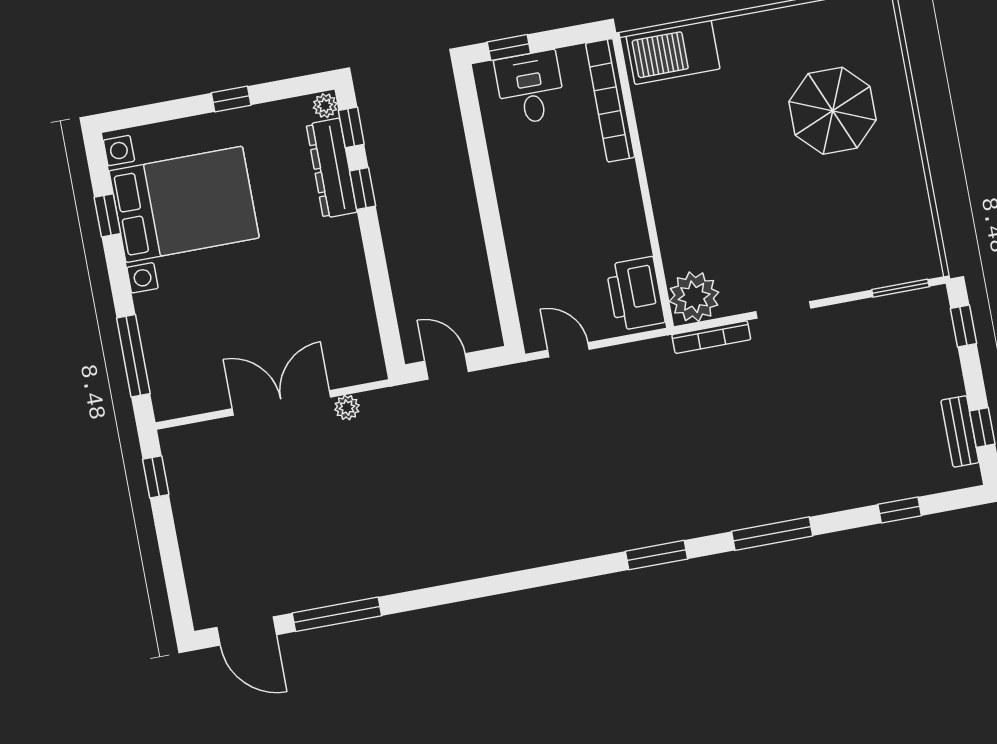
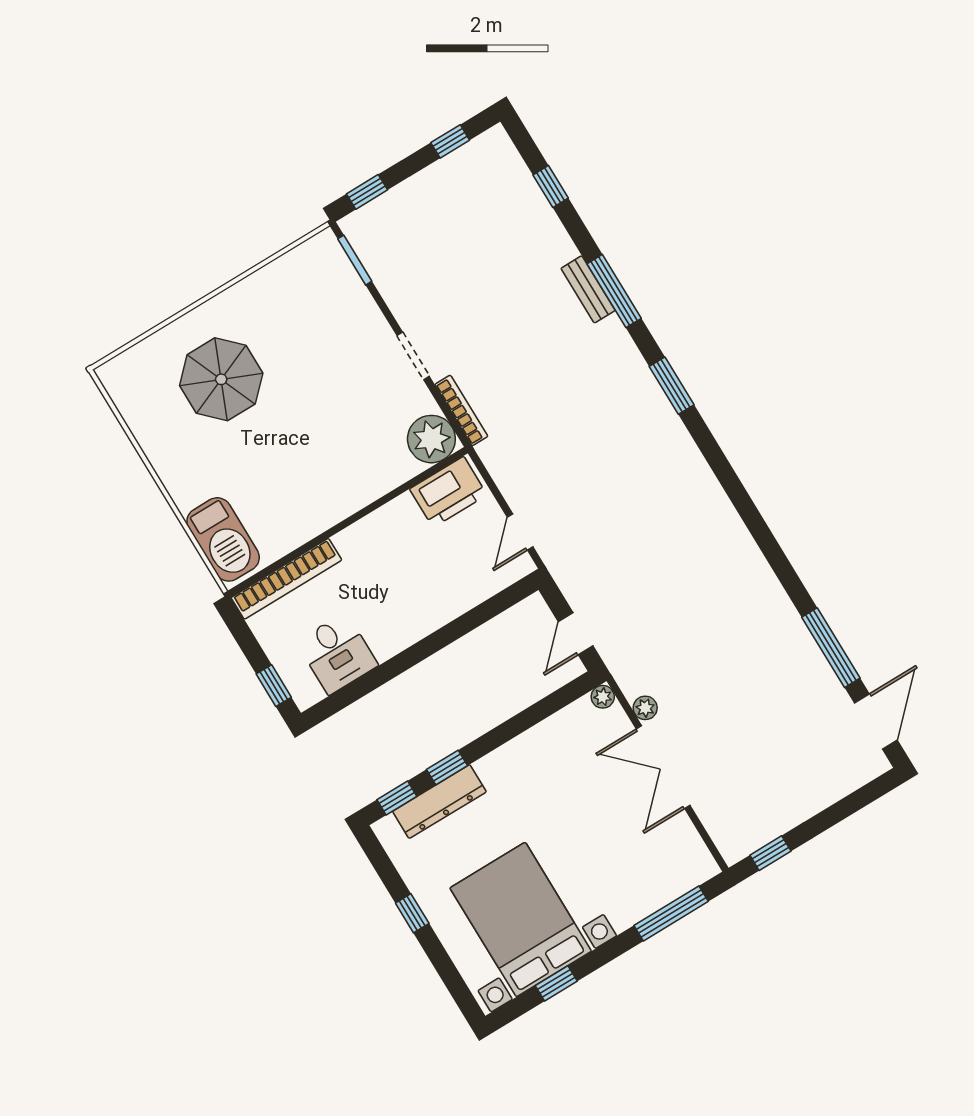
desk: (530, 88) -> (337, 654), moved, turned -90
plant: (325, 106) -> (603, 697), moved
bench: (960, 431) -> (588, 289), moved, turned 90

